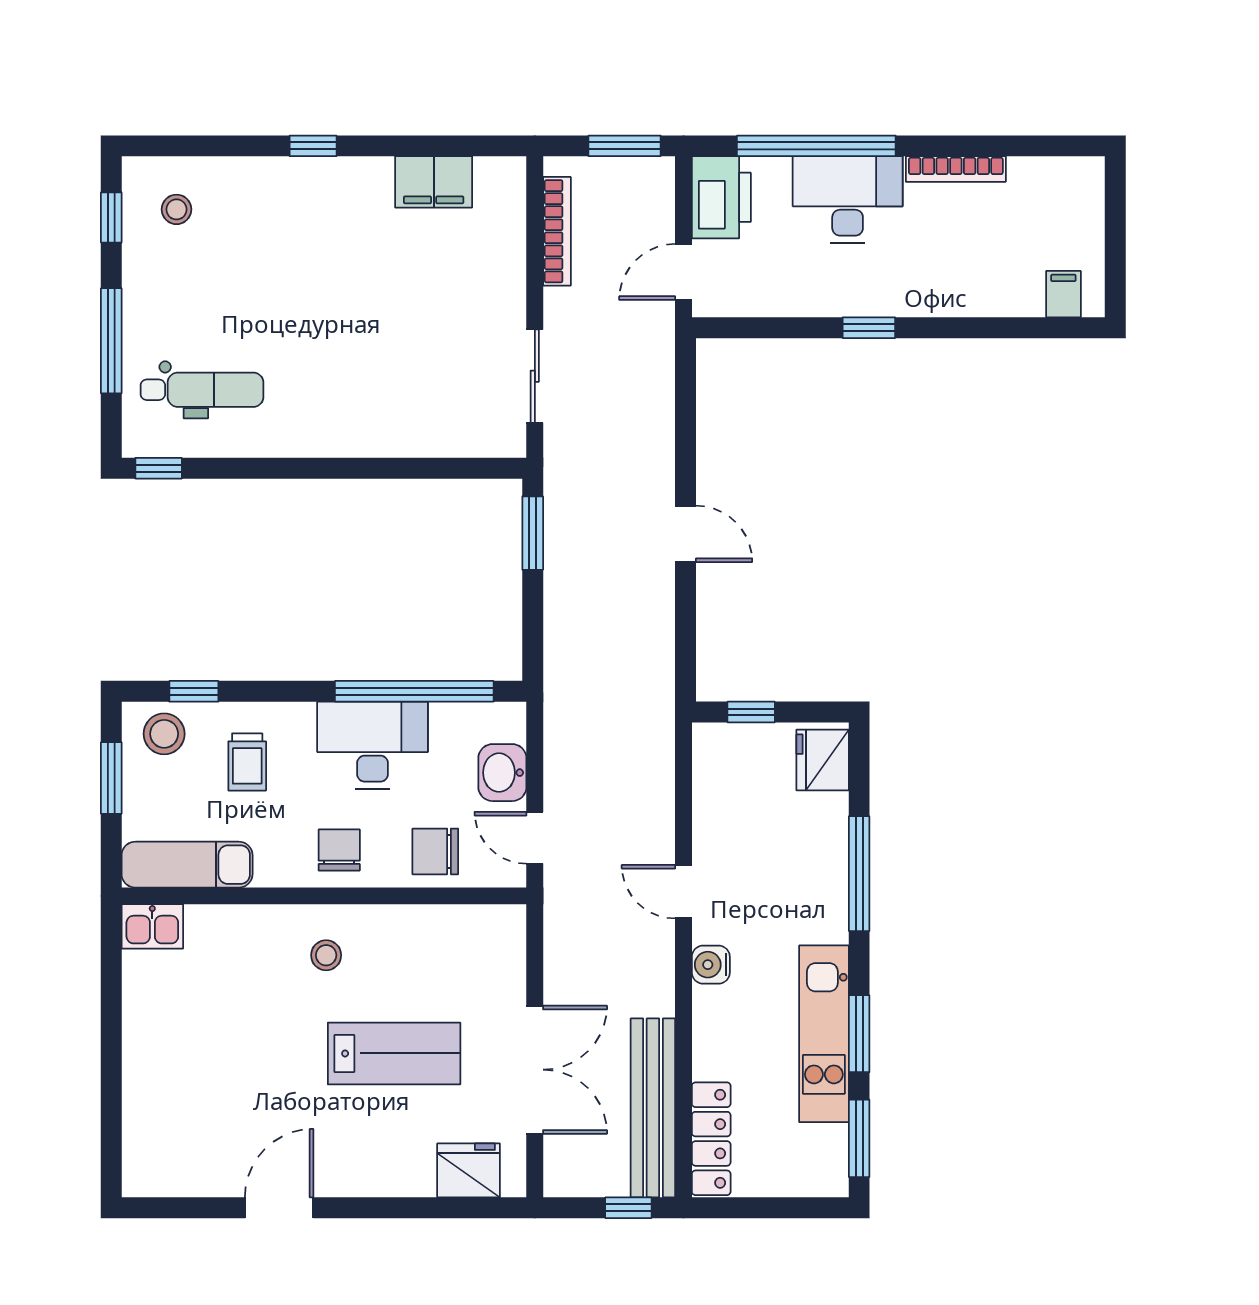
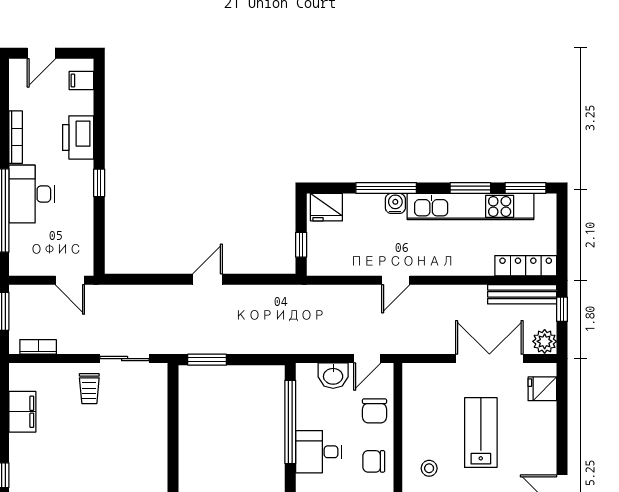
printer: (721, 197) -> (78, 137), moved, turned -90
door: (1115, 218) -> (41, 53), added
bookcase: (557, 231) -> (38, 347), width x0.64
trolley: (478, 309) -> (89, 389), added
desk: (373, 745) -> (319, 452), width x0.73
water cooler: (711, 965) -> (395, 203), moved, turned 180
kitchen unit: (824, 1034) -> (470, 206), width x1.36
bench: (653, 1108) -> (522, 294), width x0.73, depth x0.82
fridge: (469, 1170) -> (542, 389), width x0.72
plant: (567, 1175) -> (545, 341), added

